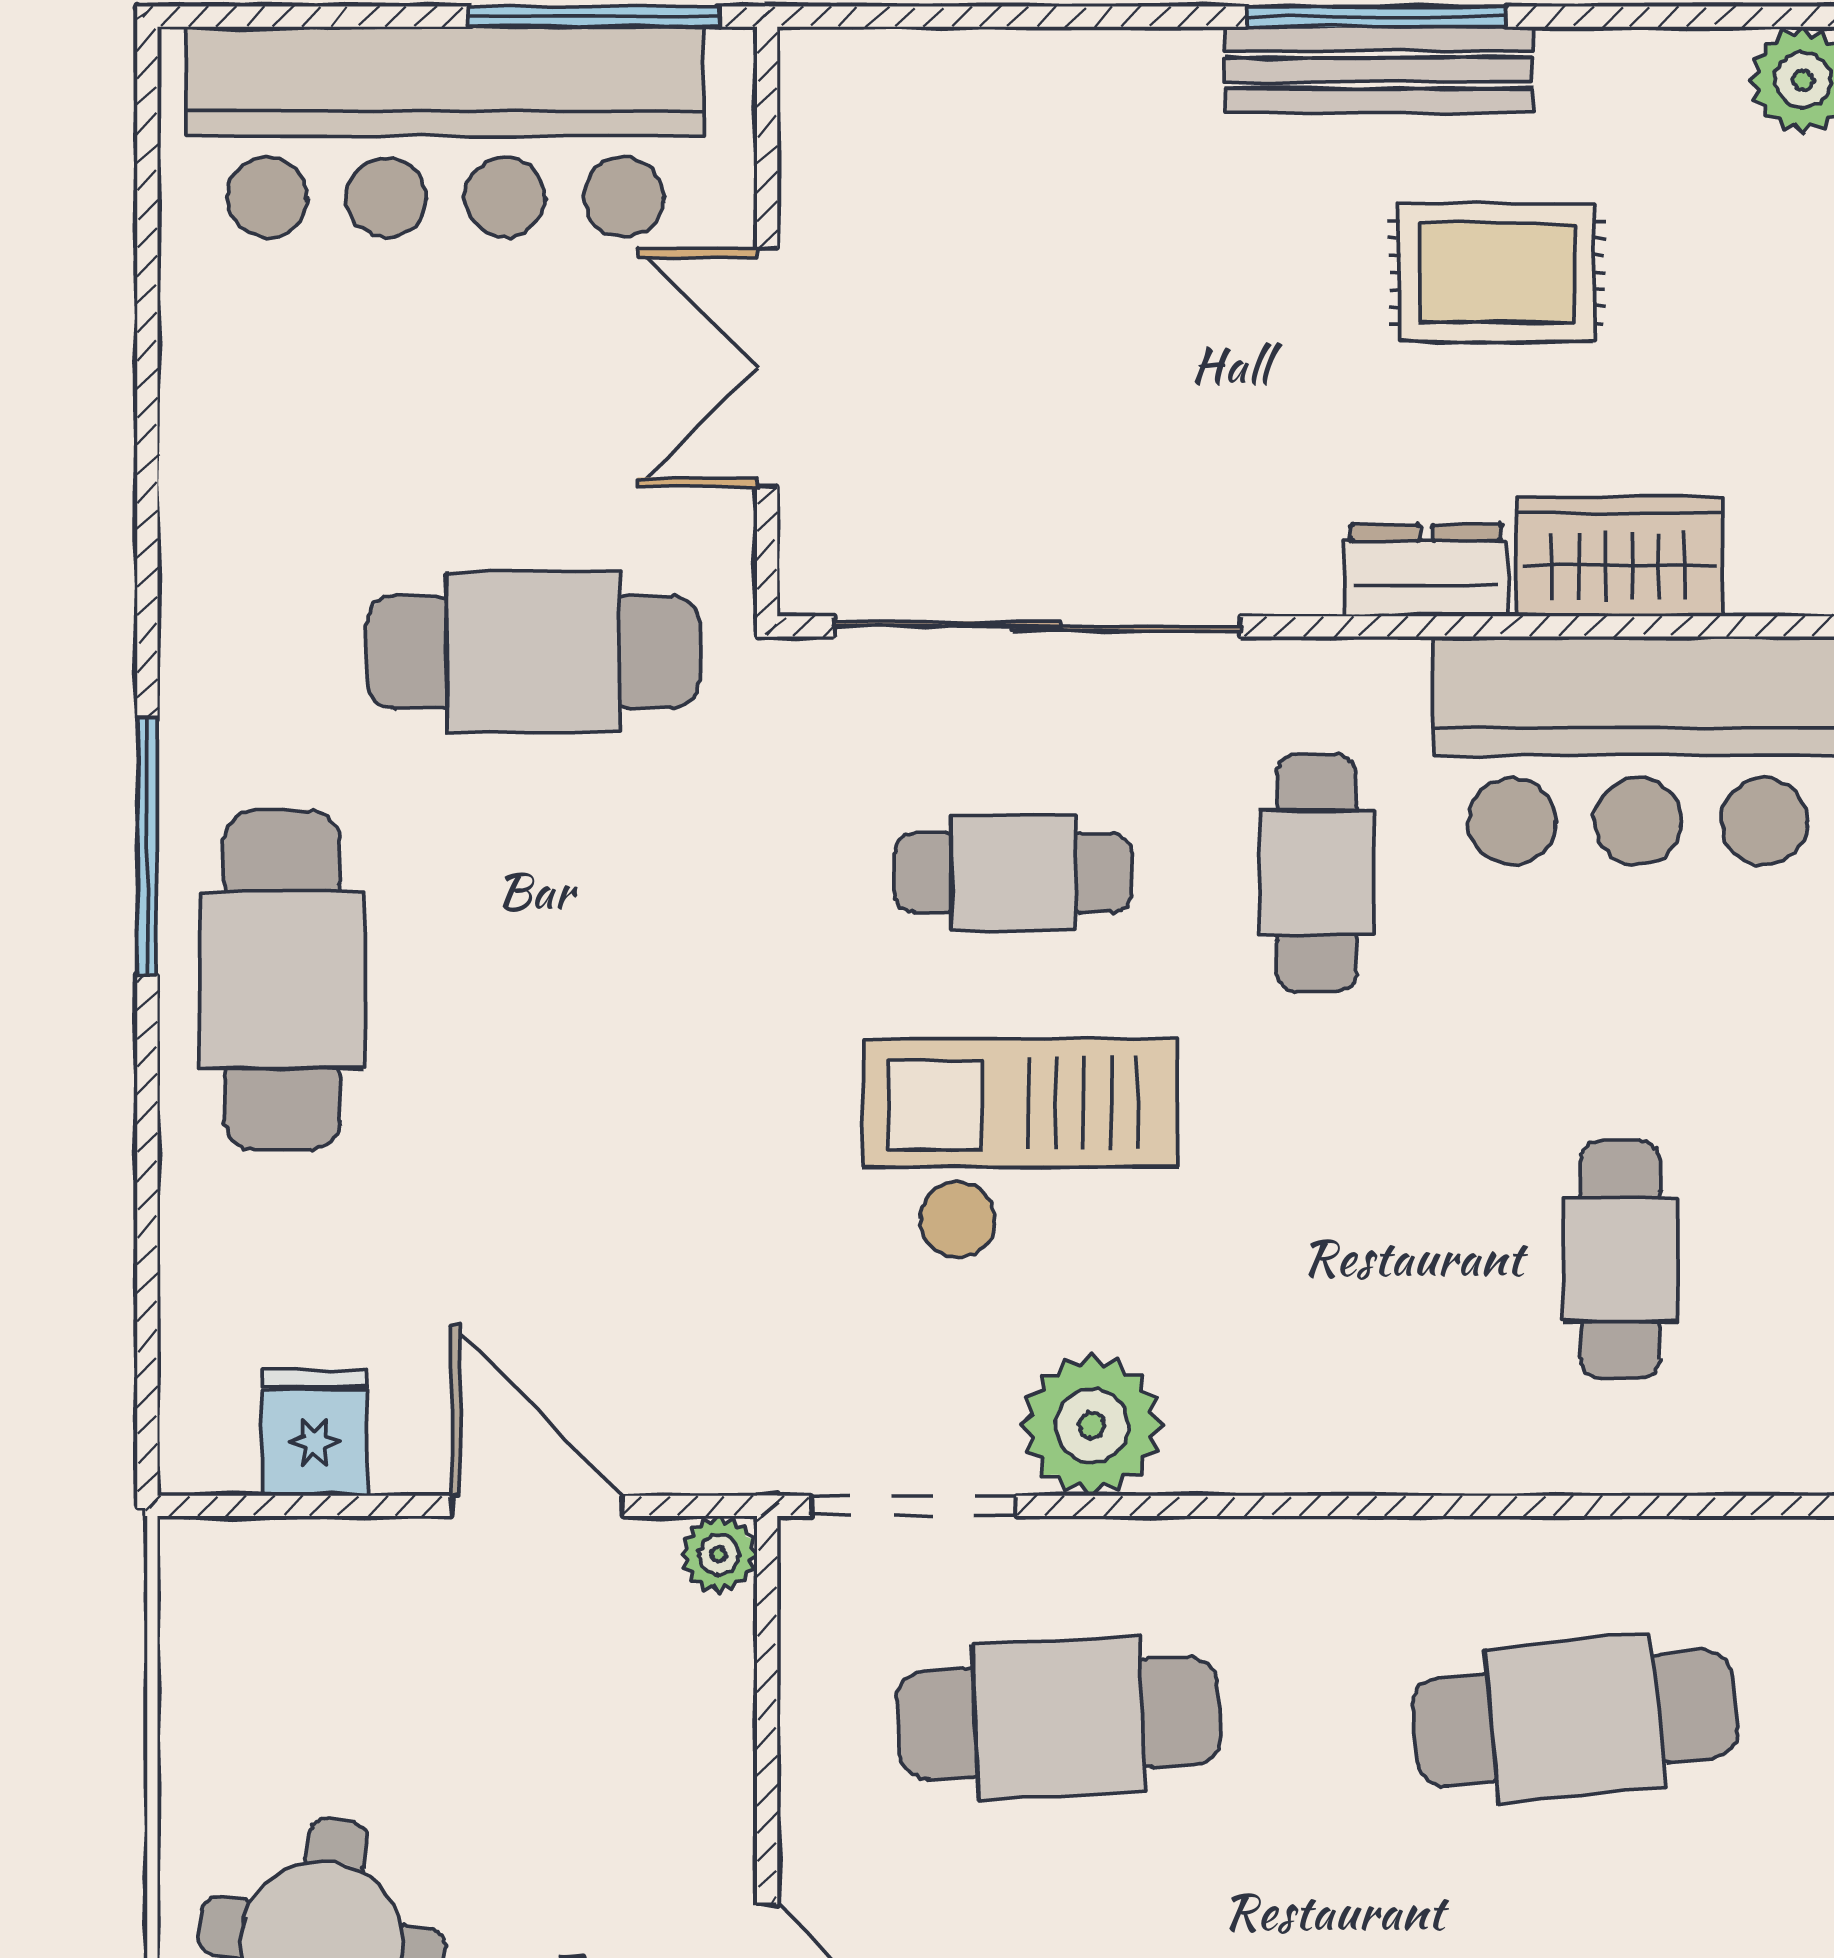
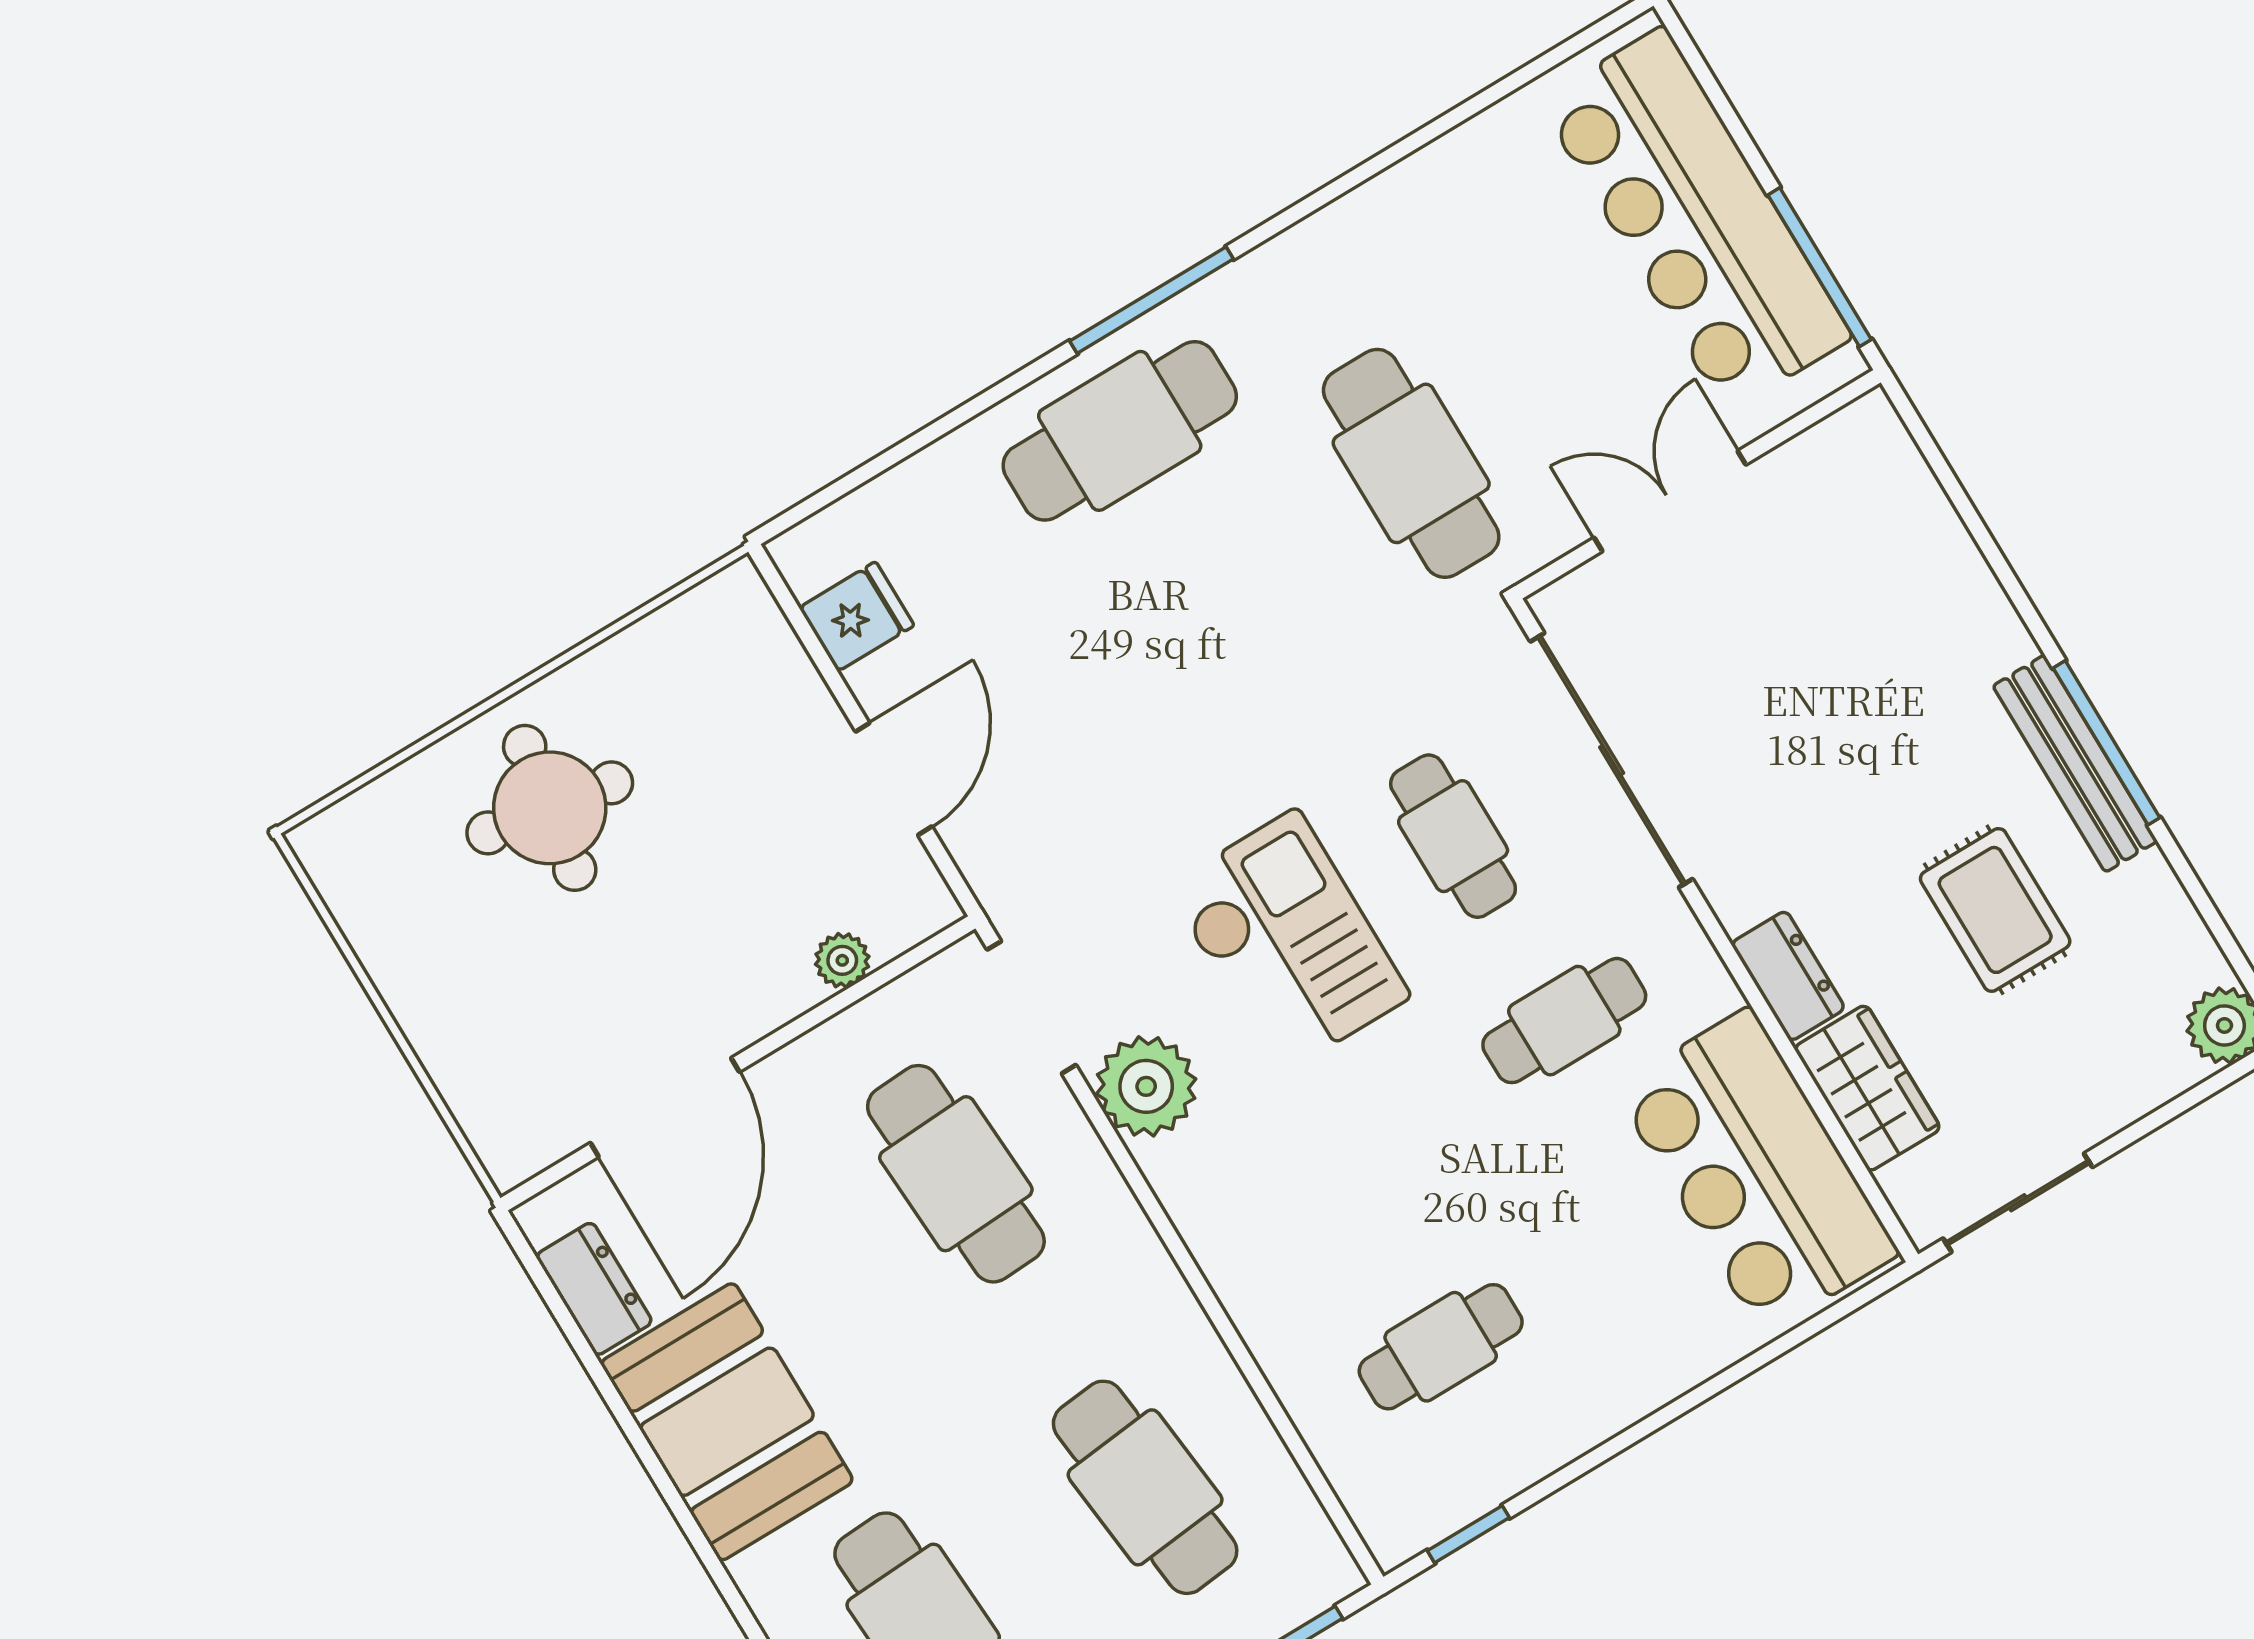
plant: (719, 1554) -> (842, 960), moved

